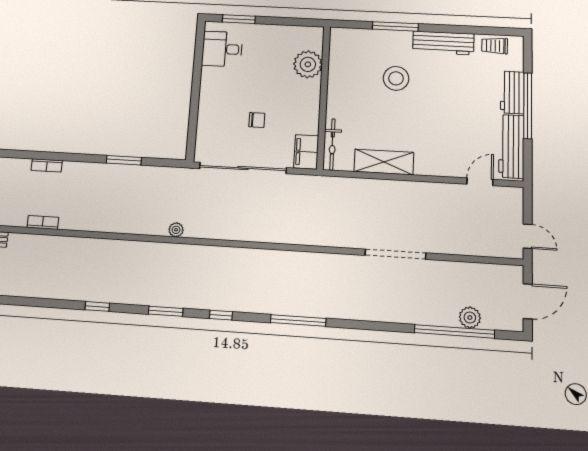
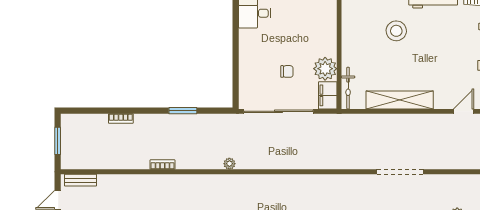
plant: (308, 64) -> (325, 69), moved
shelving: (384, 162) -> (400, 100), width x1.47
bookcase: (43, 222) -> (162, 165), moved

